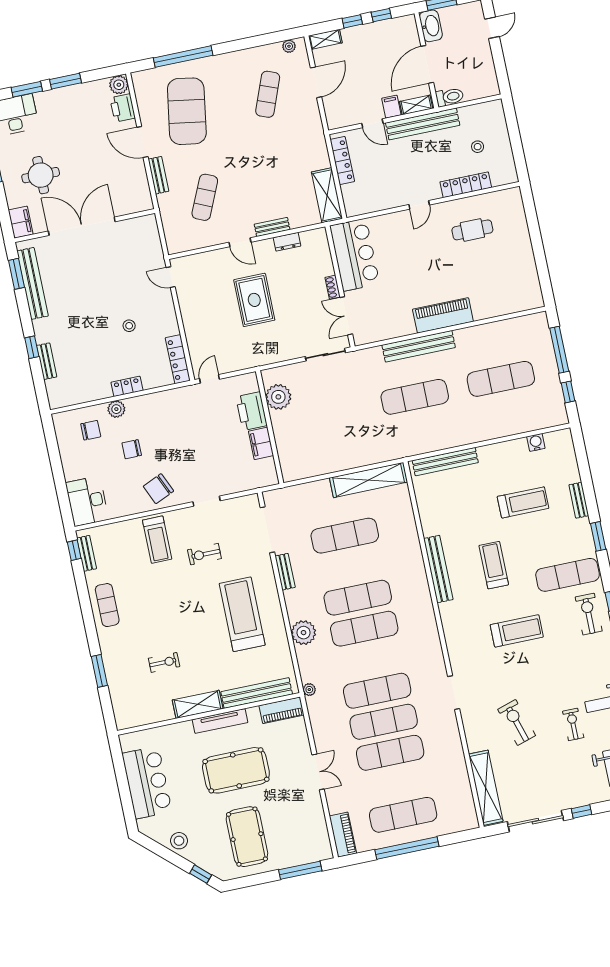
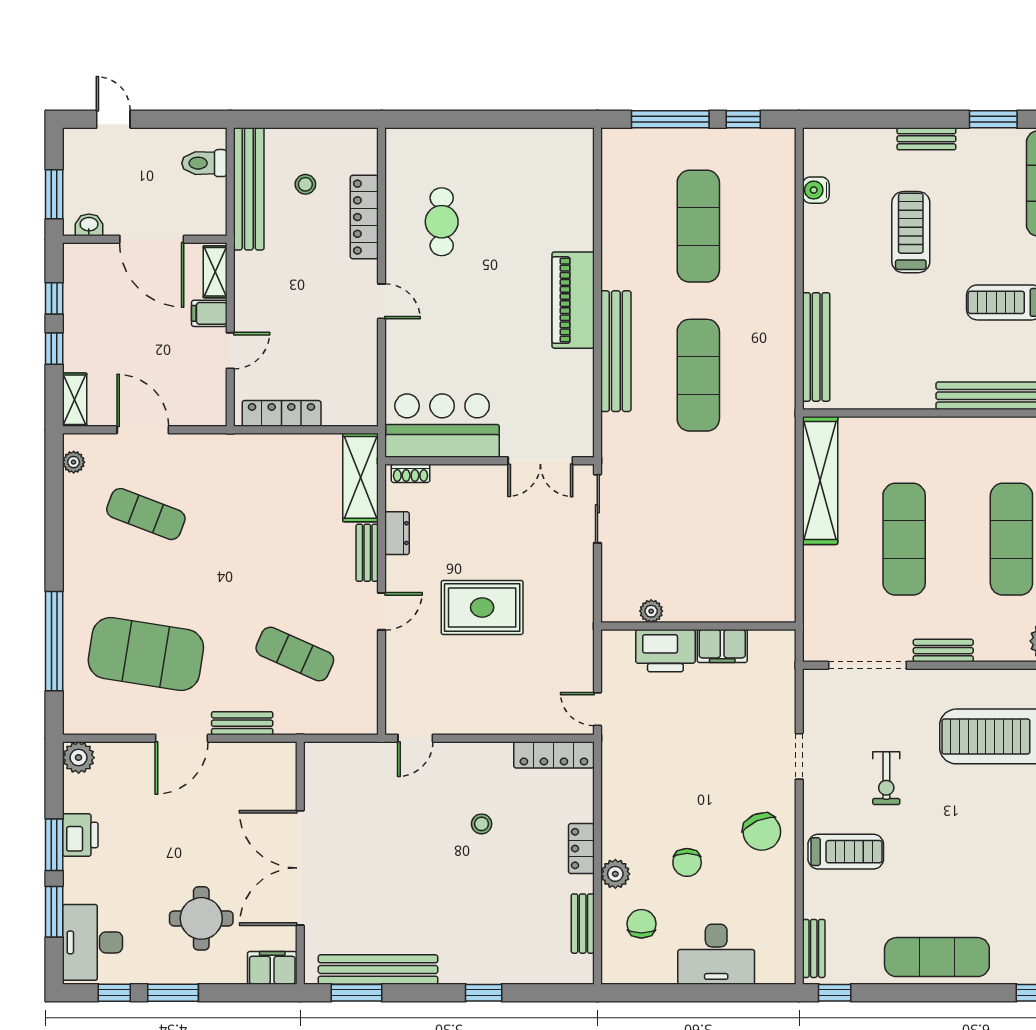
washbasin: (431, 26) -> (89, 225), width x0.52, depth x0.69
toilet: (450, 97) -> (204, 163), moved, turned -90
printer: (123, 108) -> (80, 835), moved, turned -90
bench: (423, 124) -> (249, 189), moved
shelving: (327, 195) -> (360, 477), moved, turned 90
shoe rack: (333, 287) -> (411, 473), moved
bench: (47, 361) -> (583, 924), moved, turned 90
plant: (278, 397) -> (651, 611), width x0.53, depth x0.53
desk: (87, 501) -> (716, 954), moved
bench: (87, 553) -> (814, 948), moved, turned 90
exercise mat: (107, 605) -> (937, 957), width x1.36, depth x1.45

